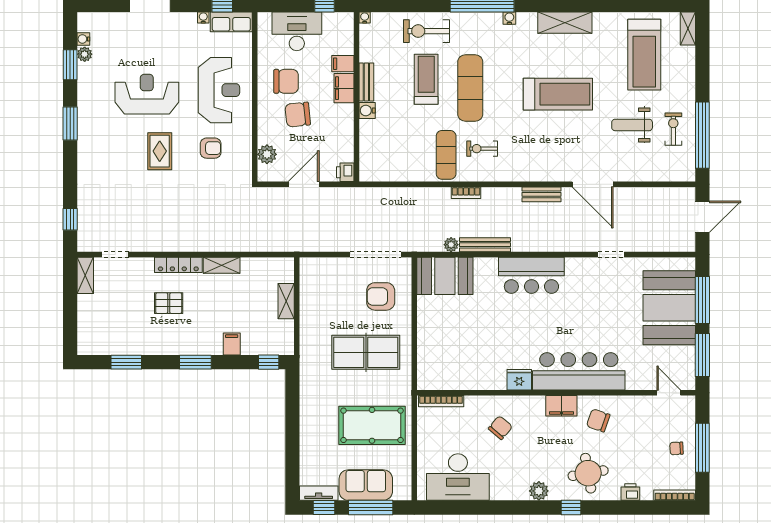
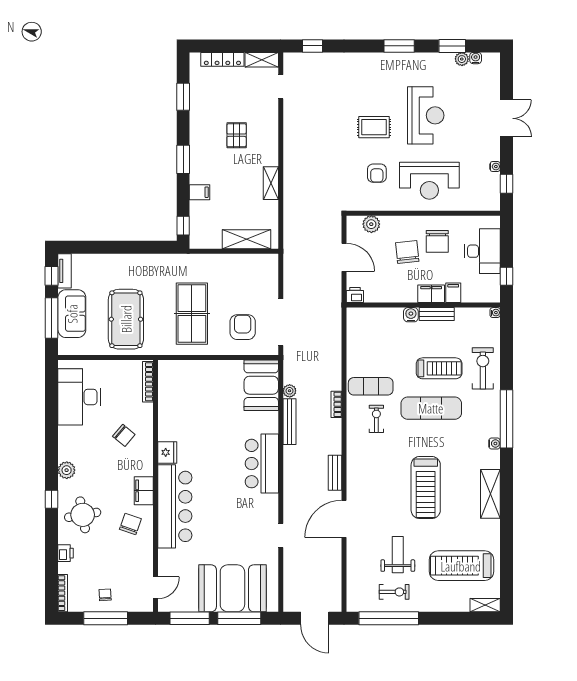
row of seats: (231, 22) -> (491, 192), removed
locker: (178, 265) -> (222, 59), moved, turned -90
shelving: (286, 301) -> (246, 239), width x1.50, depth x1.33

